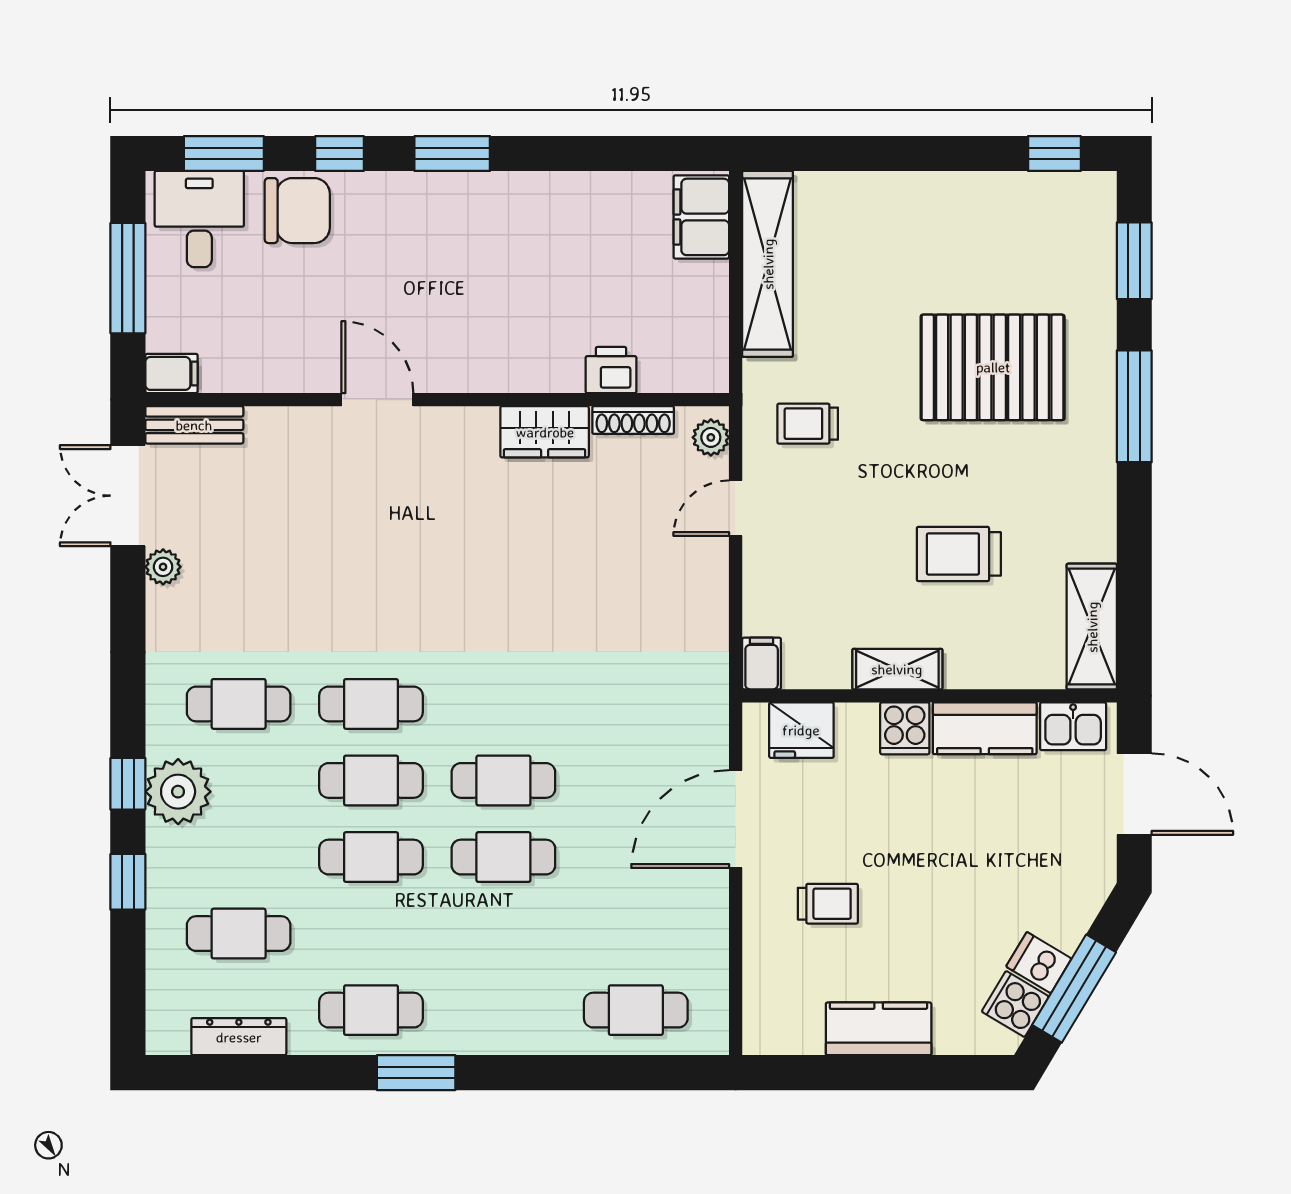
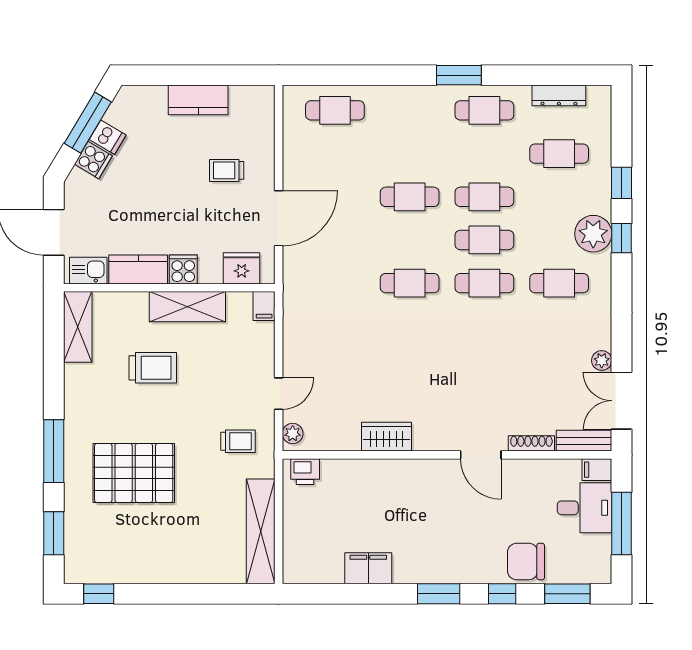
filing cabinet: (701, 217) -> (368, 568), moved, turned -90
desk: (199, 219) -> (585, 508), moved, turned -90
printer: (611, 370) -> (305, 472), moved
shoe rack: (633, 420) -> (531, 443), moved
double door: (128, 496) -> (622, 401), swing flipped
shelving: (897, 669) -> (187, 307), width x1.50, depth x1.33
cafe table: (503, 780) -> (410, 283), moved
cooker: (1015, 1004) -> (93, 160), moved

